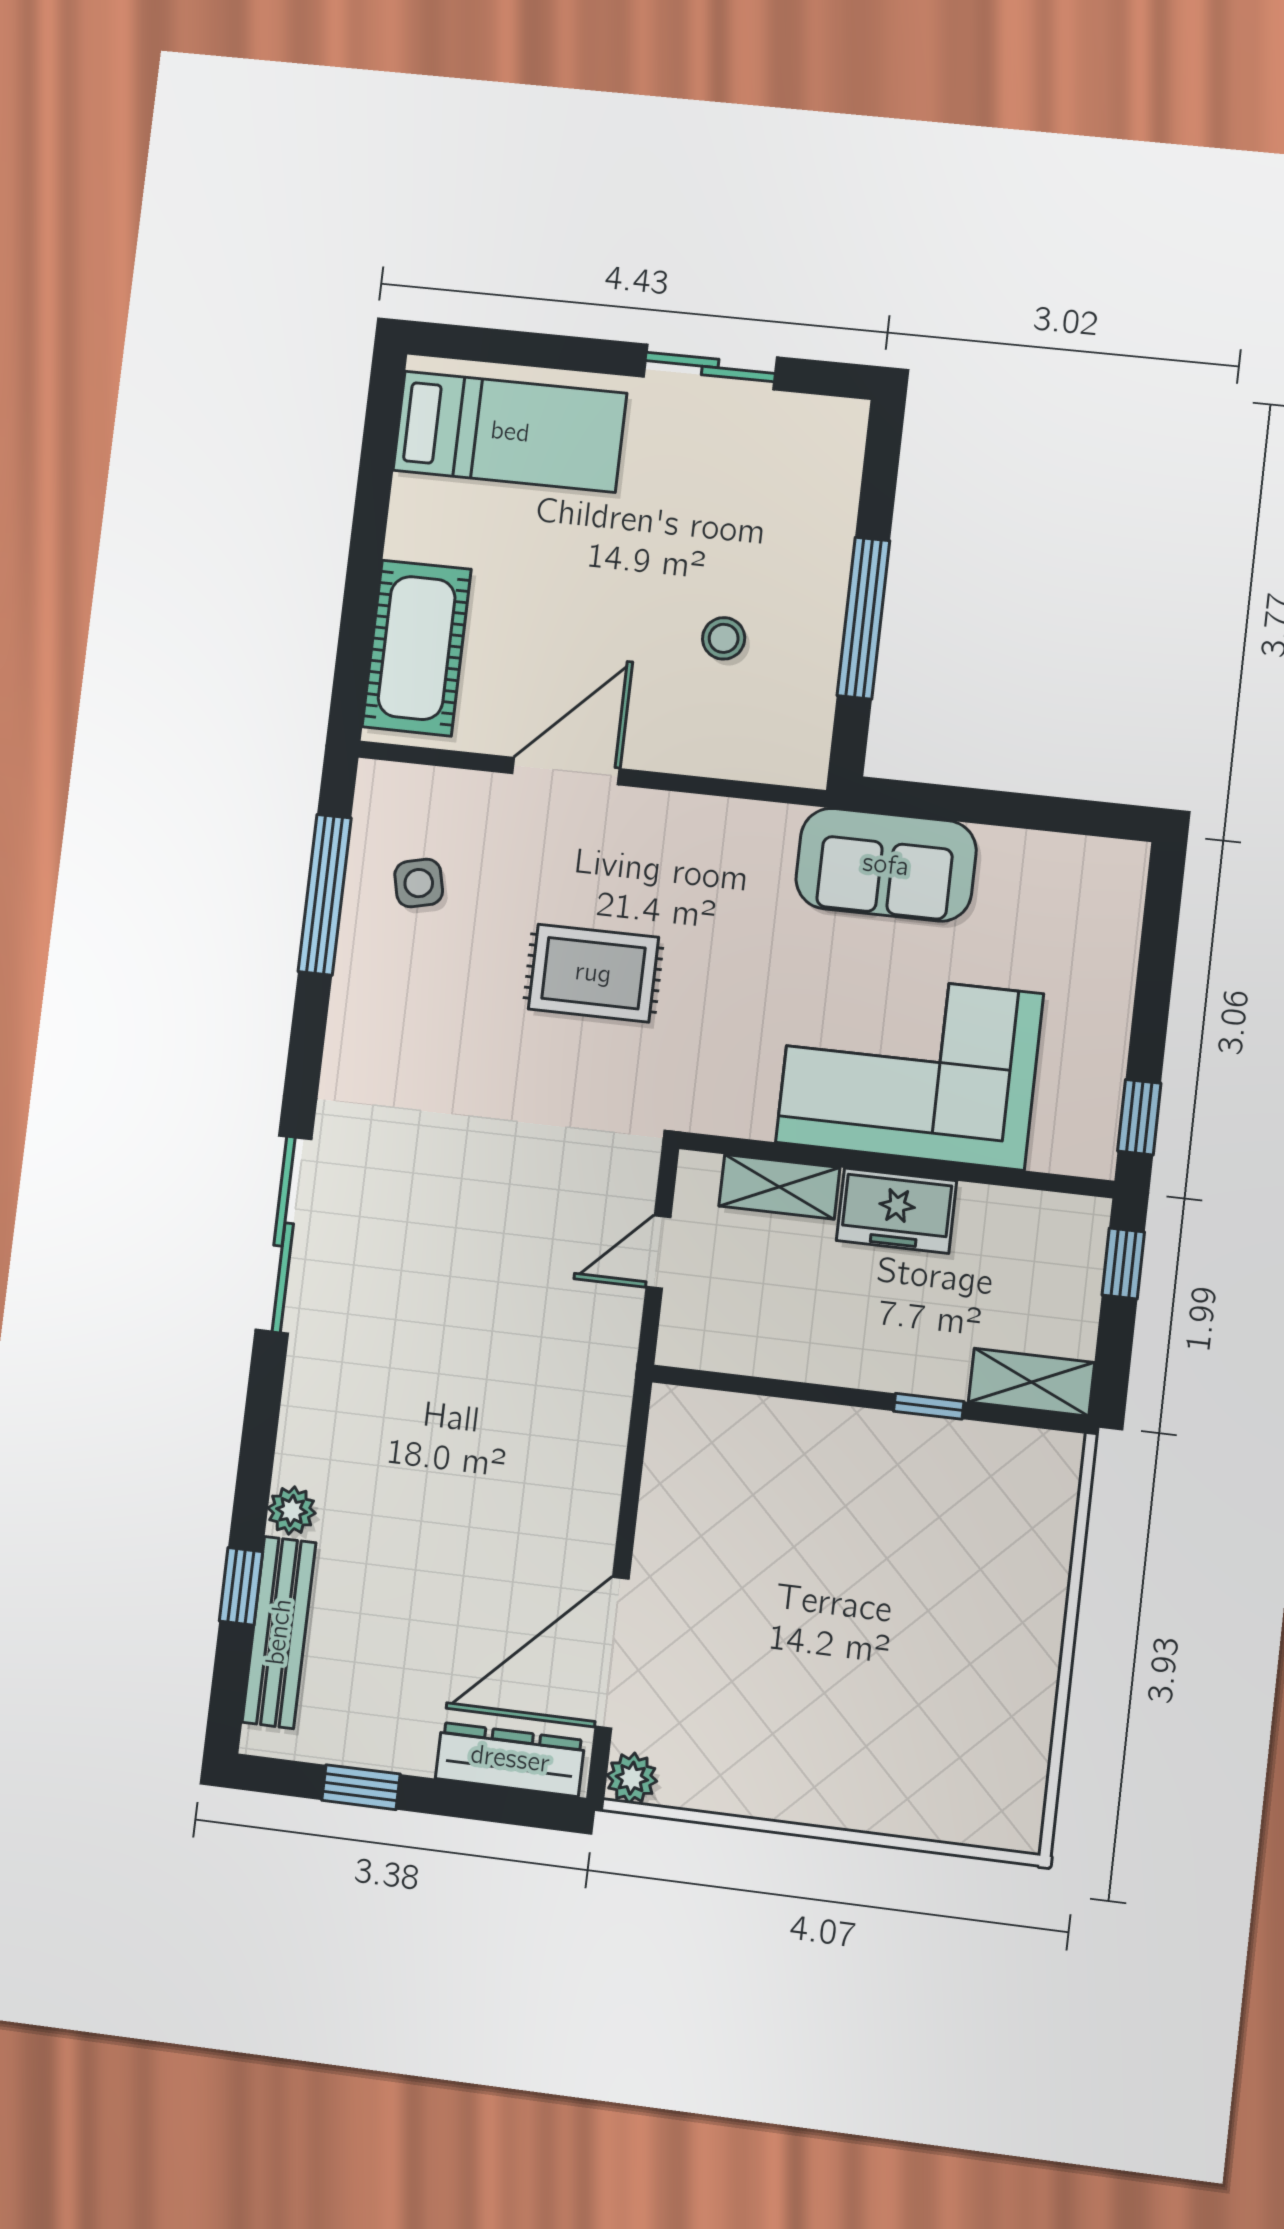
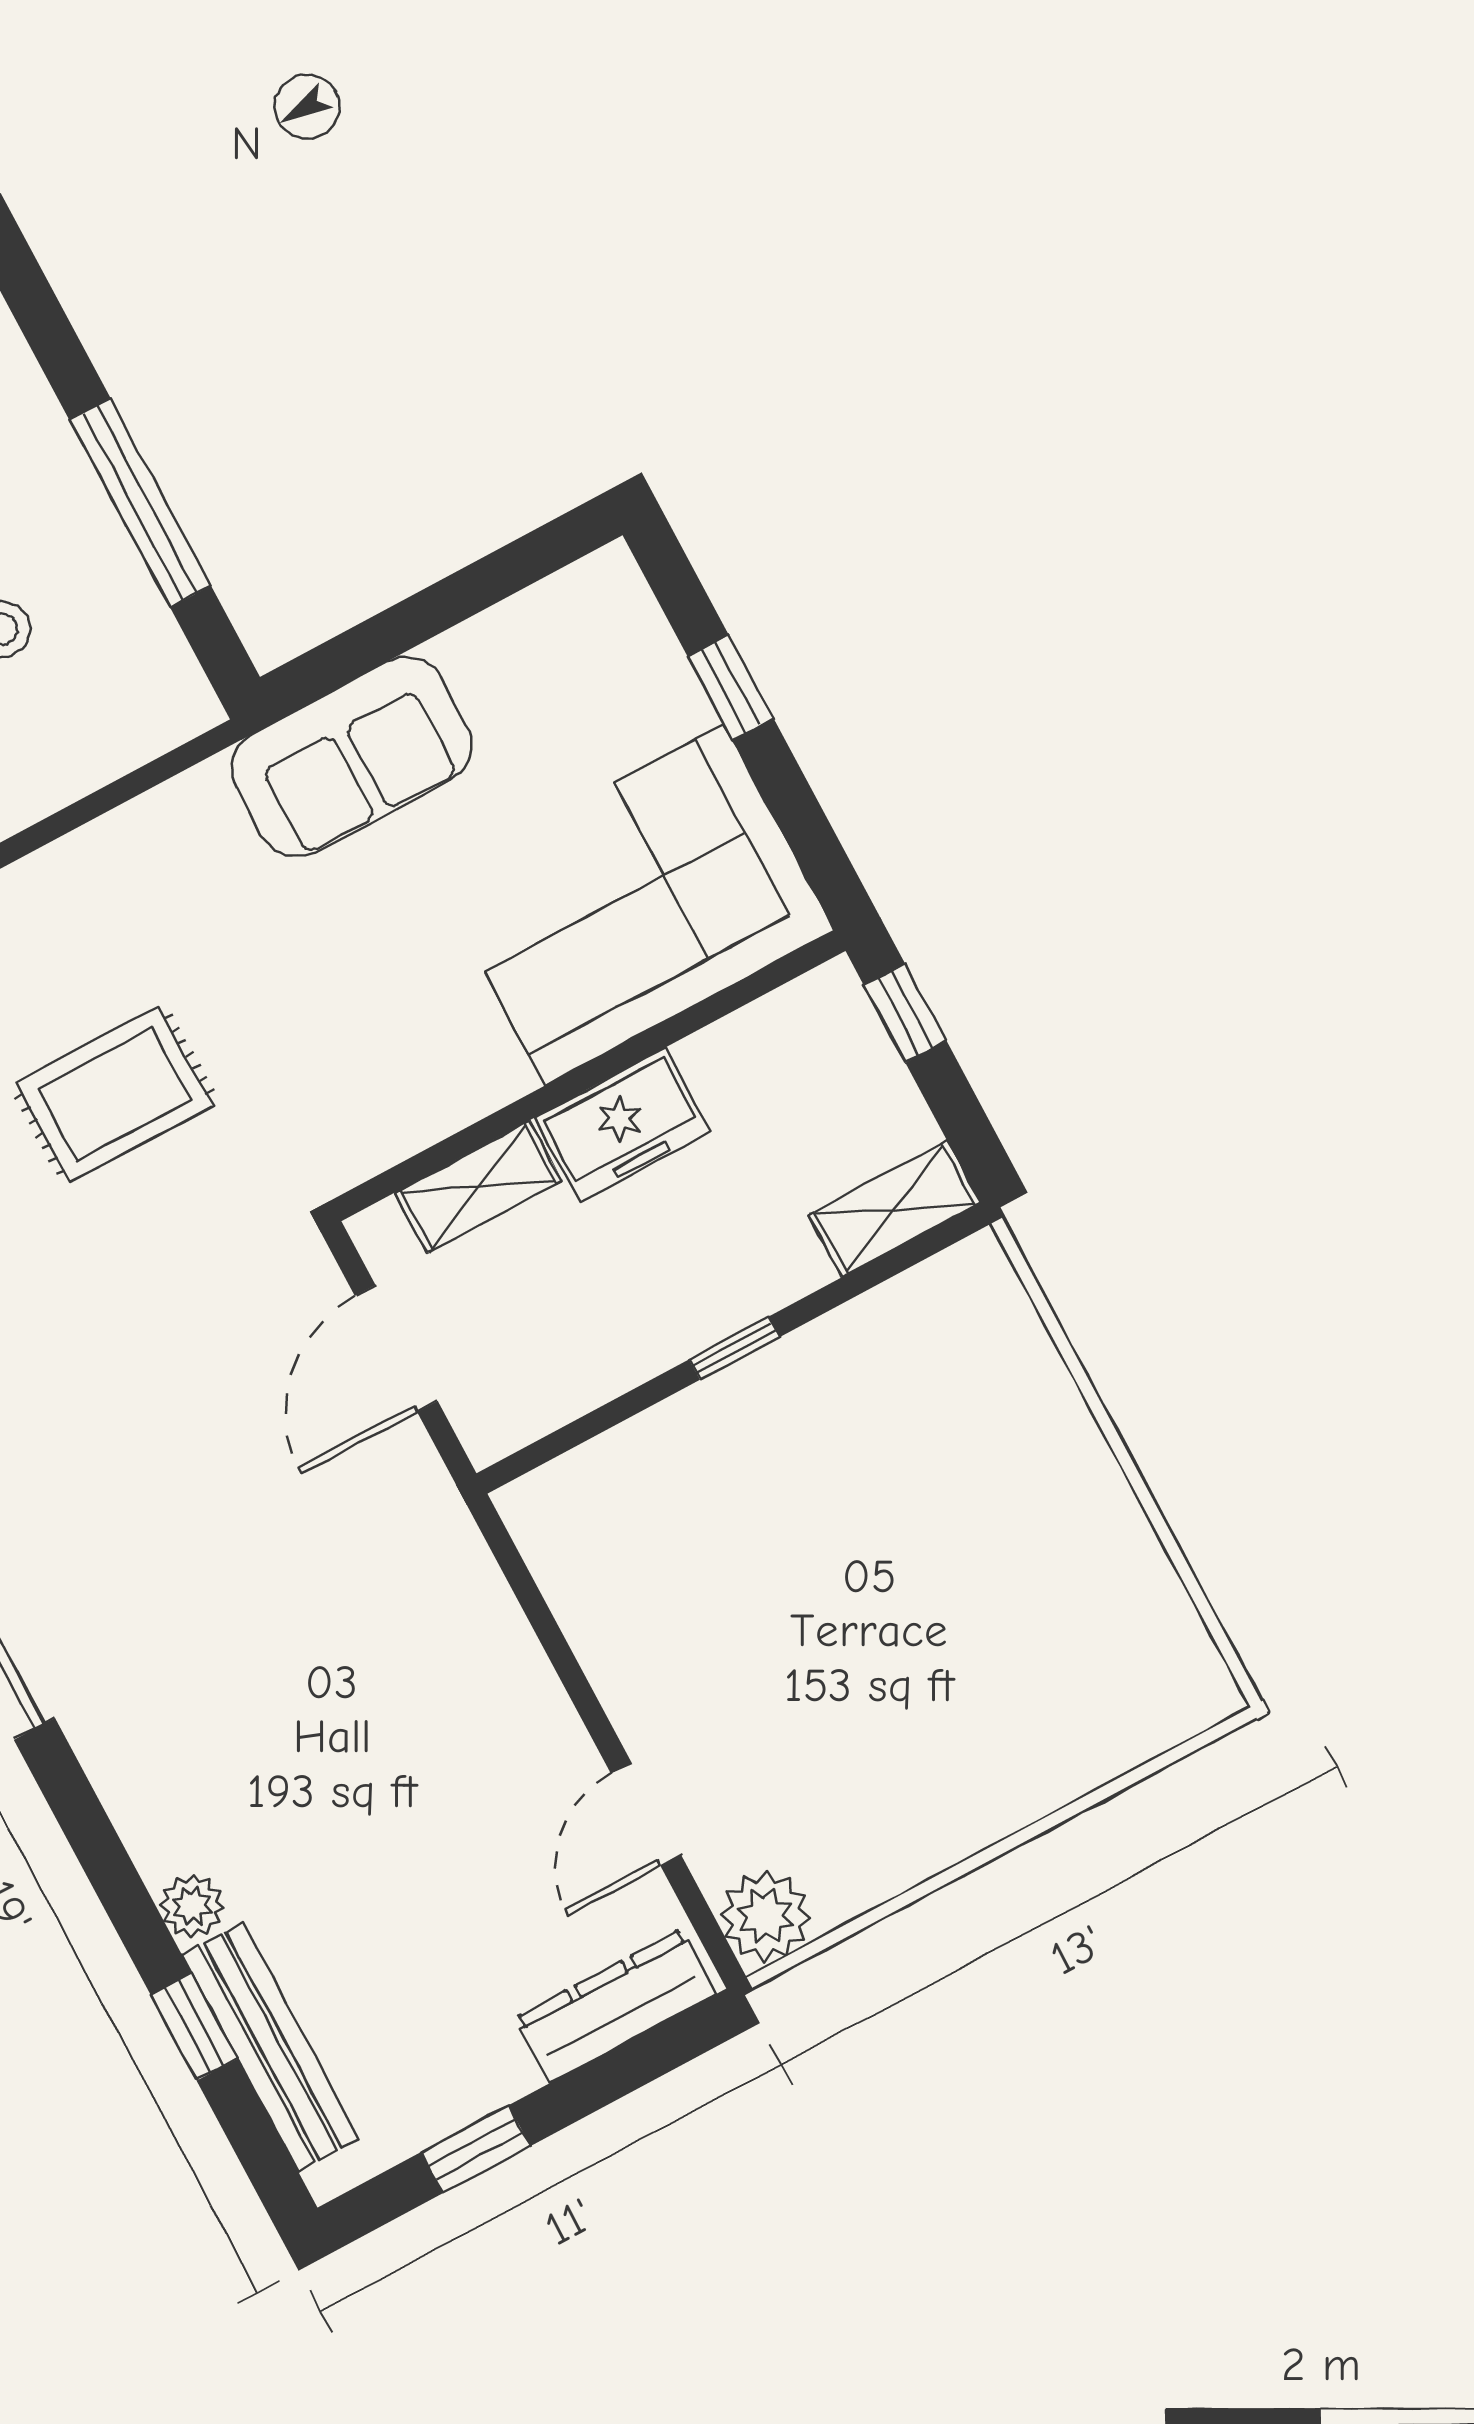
corner sofa: (909, 1068) -> (635, 905), moved
window: (1139, 1117) -> (731, 688), moved
door: (658, 1252) -> (396, 1348), width x1.38
window: (929, 1406) -> (734, 1348), moved
door: (612, 1653) -> (646, 1814), width x0.53
plant: (632, 1778) -> (765, 1916), width x1.38, depth x1.38

